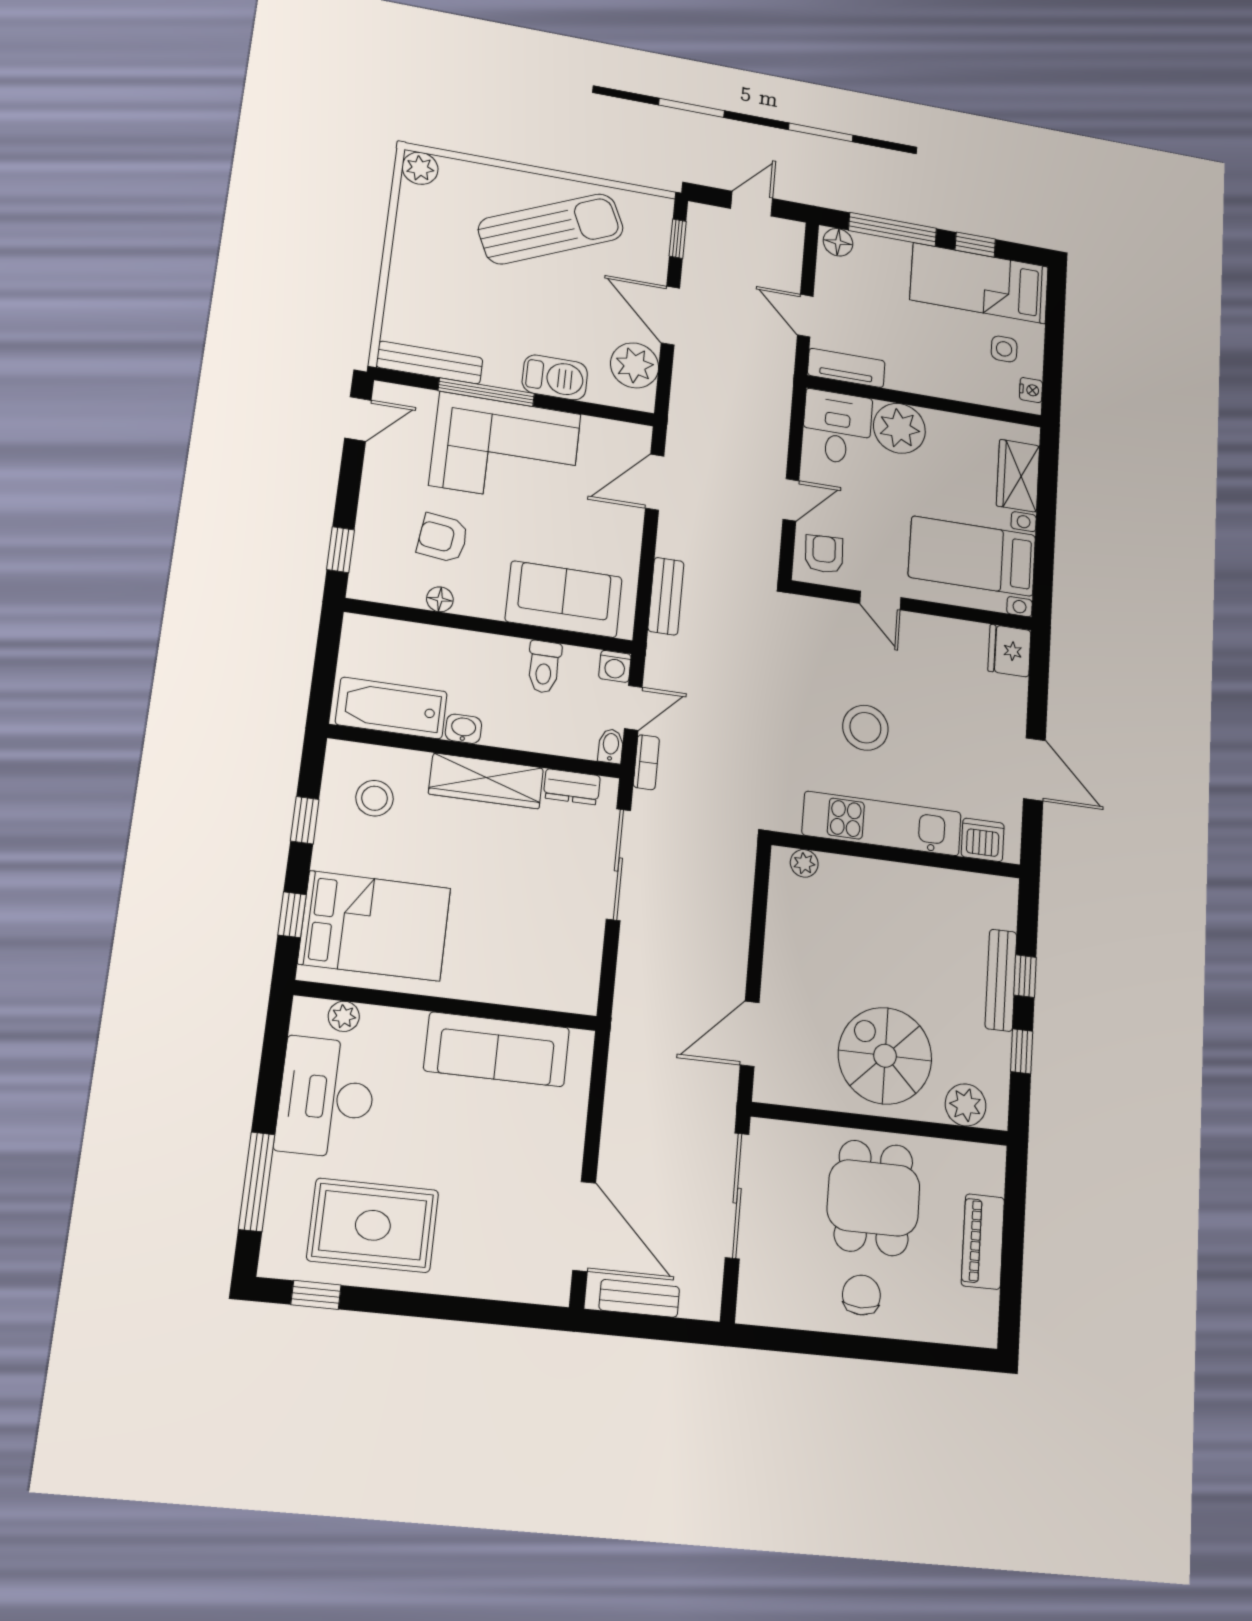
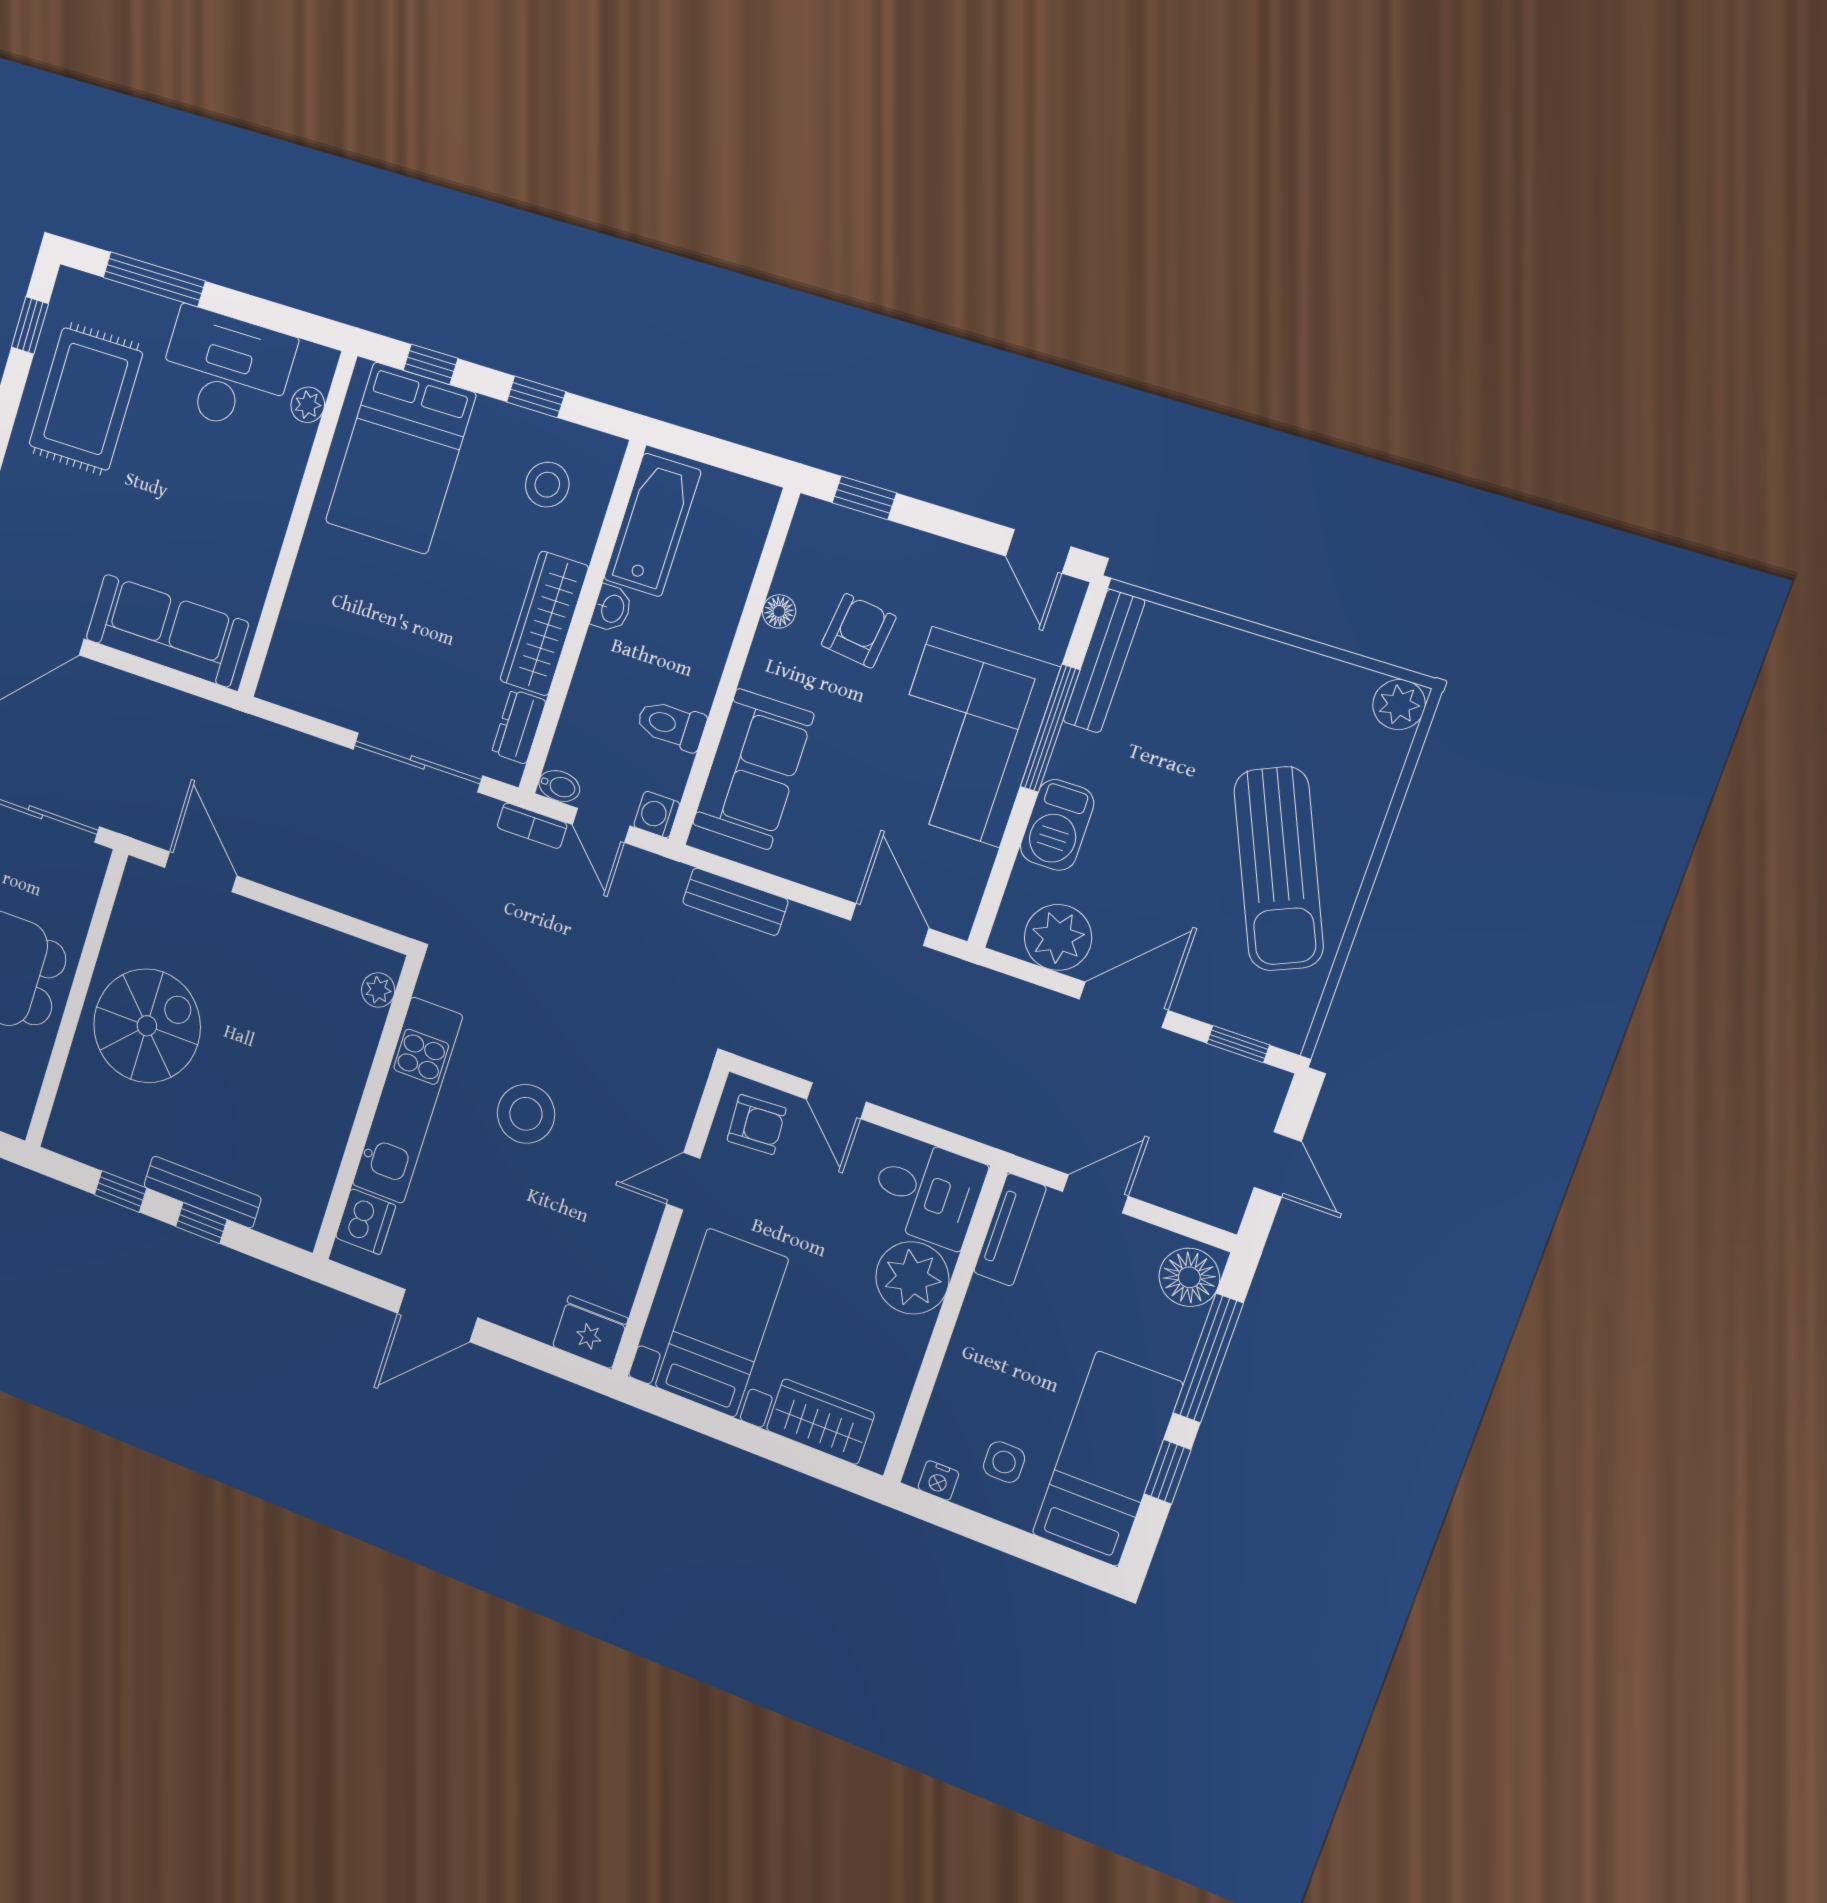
floor lamp: (838, 242) -> (1189, 1277), width x1.38, depth x1.38
sofa: (497, 1049) -> (167, 631), moved, turned 90
plant: (966, 1105) -> (77, 1106), removed

